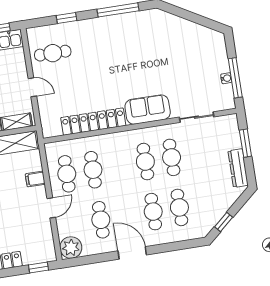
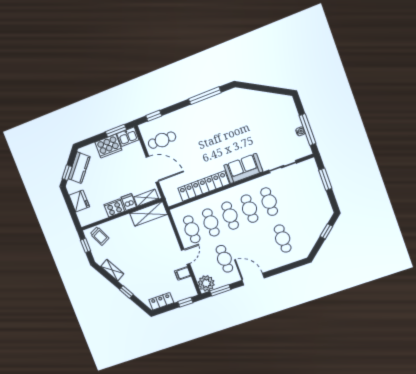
window: (67, 18) -> (154, 116), moved
door: (32, 87) -> (152, 169), width x1.87
dresser: (238, 168) -> (323, 200), removed
filing cabinet: (35, 179) -> (183, 273), moved
cafe table: (153, 212) -> (230, 216), moved
window: (224, 222) -> (326, 231), moved
window: (87, 260) -> (220, 290), added

